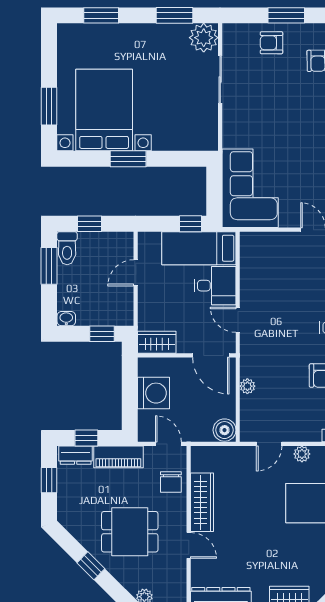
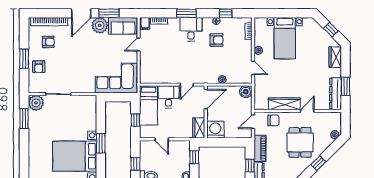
window: (101, 15) -> (24, 158), removed
window: (190, 224) -> (135, 120), moved
washing machine: (153, 393) -> (215, 130), moved

